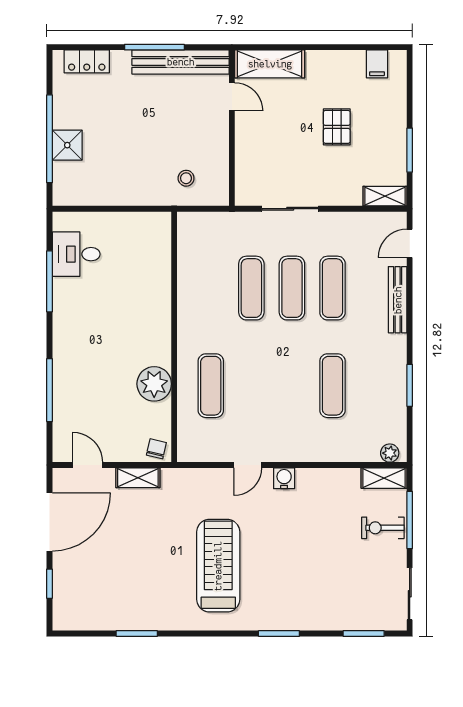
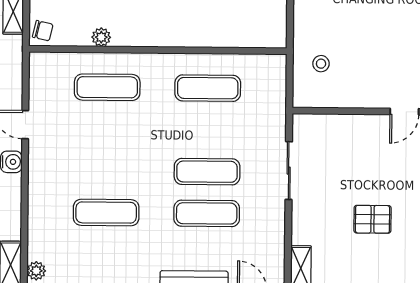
exercise mat: (251, 288) -> (208, 88), moved
plant: (154, 384) -> (101, 37), width x0.53, depth x0.53

